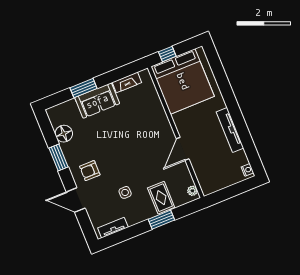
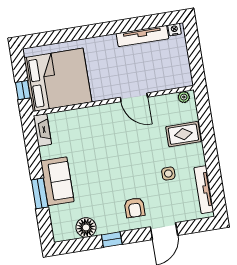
fireplace: (127, 82) -> (42, 130), moved
tv unit: (230, 130) -> (142, 36), moved
window: (59, 158) -> (112, 240), width x0.67
window: (161, 220) -> (208, 139), removed
tv unit: (113, 228) -> (204, 190), width x1.41

